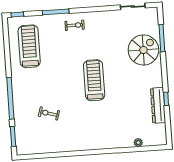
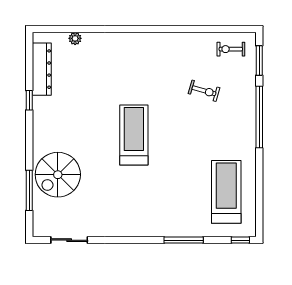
exercise bike: (75, 25) -> (231, 49), moved
treadmill: (29, 46) -> (226, 192), turned 180
treadmill: (94, 80) -> (134, 135), turned 180
dresser: (158, 105) -> (42, 69), moved

